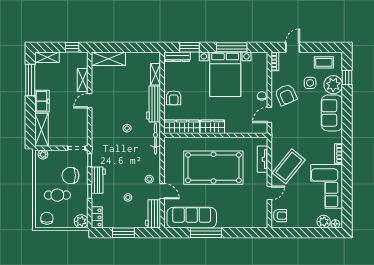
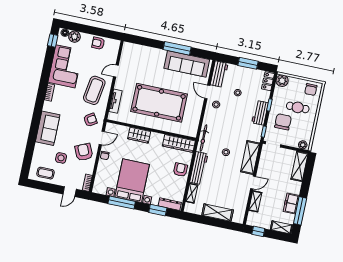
shelving: (108, 59) -> (218, 213), moved
window: (347, 78) -> (53, 40), moved
plant: (333, 85) -> (42, 152), removed
freezer: (42, 101) -> (291, 204), moved
wardrobe: (212, 127) -> (139, 135), moved
shelving: (99, 128) -> (250, 157), added
armchair: (286, 132) -> (90, 120), added
coffee table: (289, 166) -> (94, 90), turned -30
chair: (70, 176) -> (283, 122), turned -90
armchair: (280, 216) -> (98, 43), moved

